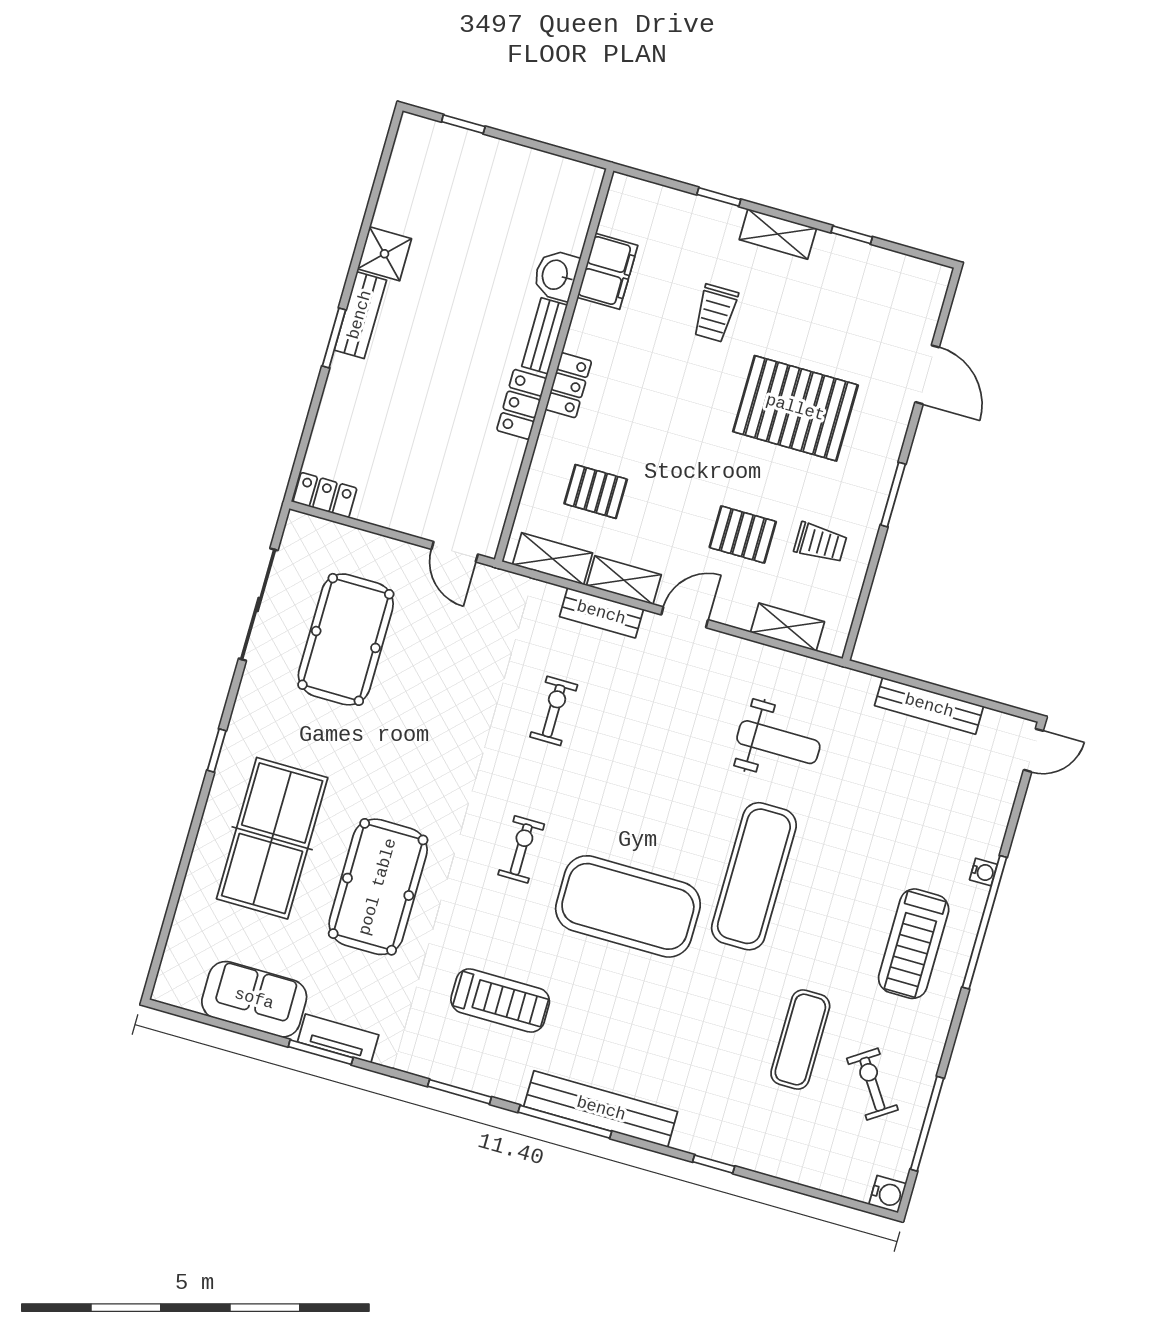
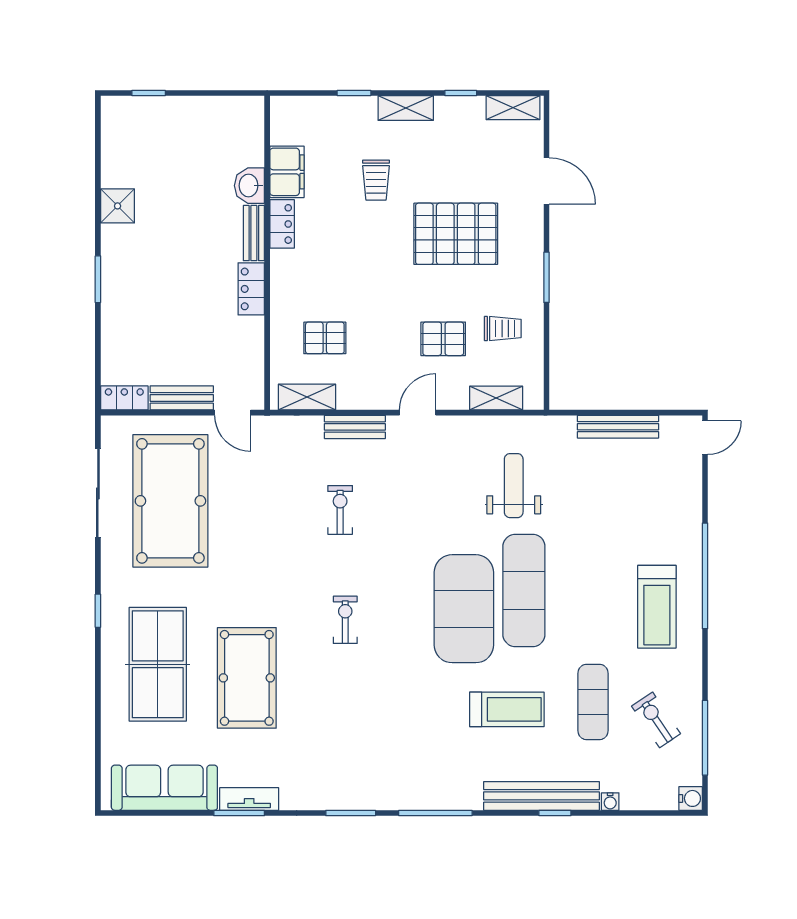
bench: (360, 315) -> (182, 398), moved, turned 90
locker: (568, 385) -> (282, 224), moved
shelving: (624, 580) -> (513, 108), moved
pool table: (346, 639) -> (170, 501), width x1.36, depth x1.32
weight bench: (778, 742) -> (514, 486), turned -90
water cooler: (983, 872) -> (610, 802), moved, turned 90
exercise mat: (628, 906) -> (464, 609), moved, turned 90
sofa: (254, 999) -> (164, 788), width x1.36
treadmill: (500, 1001) -> (507, 709), moved
bench: (601, 1109) -> (541, 796), moved

